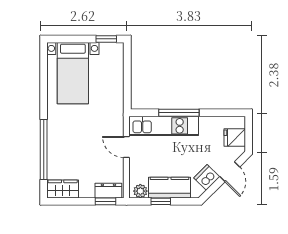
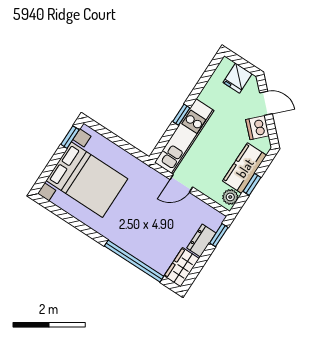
bed with nightstands: (73, 73) -> (87, 180), width x1.36
window: (179, 113) -> (181, 115), width x0.46
dresser: (108, 191) -> (201, 240), moved

